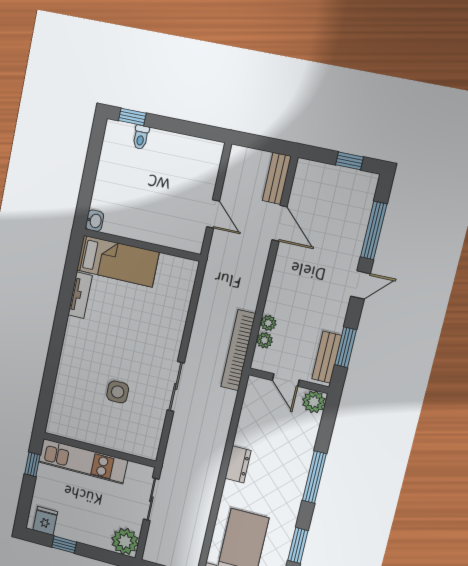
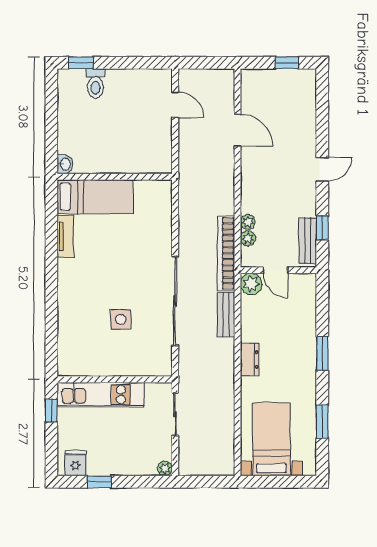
toilet: (141, 137) -> (95, 84), width x1.37, depth x1.39
bench: (277, 178) -> (226, 315), moved
door: (213, 214) -> (175, 105), moved
window: (374, 230) -> (322, 119), removed
window: (346, 347) -> (322, 228), width x0.67
sliding door: (176, 387) -> (175, 301), width x1.86
plant: (314, 402) -> (251, 284), moved
window: (314, 477) -> (322, 353), width x0.69
plant: (125, 541) -> (165, 468), width x0.53, depth x0.53

